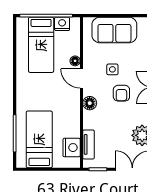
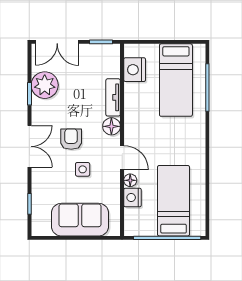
nightstand: (62, 24) -> (133, 198), moved, turned 90
tv unit: (88, 144) -> (113, 97), moved

